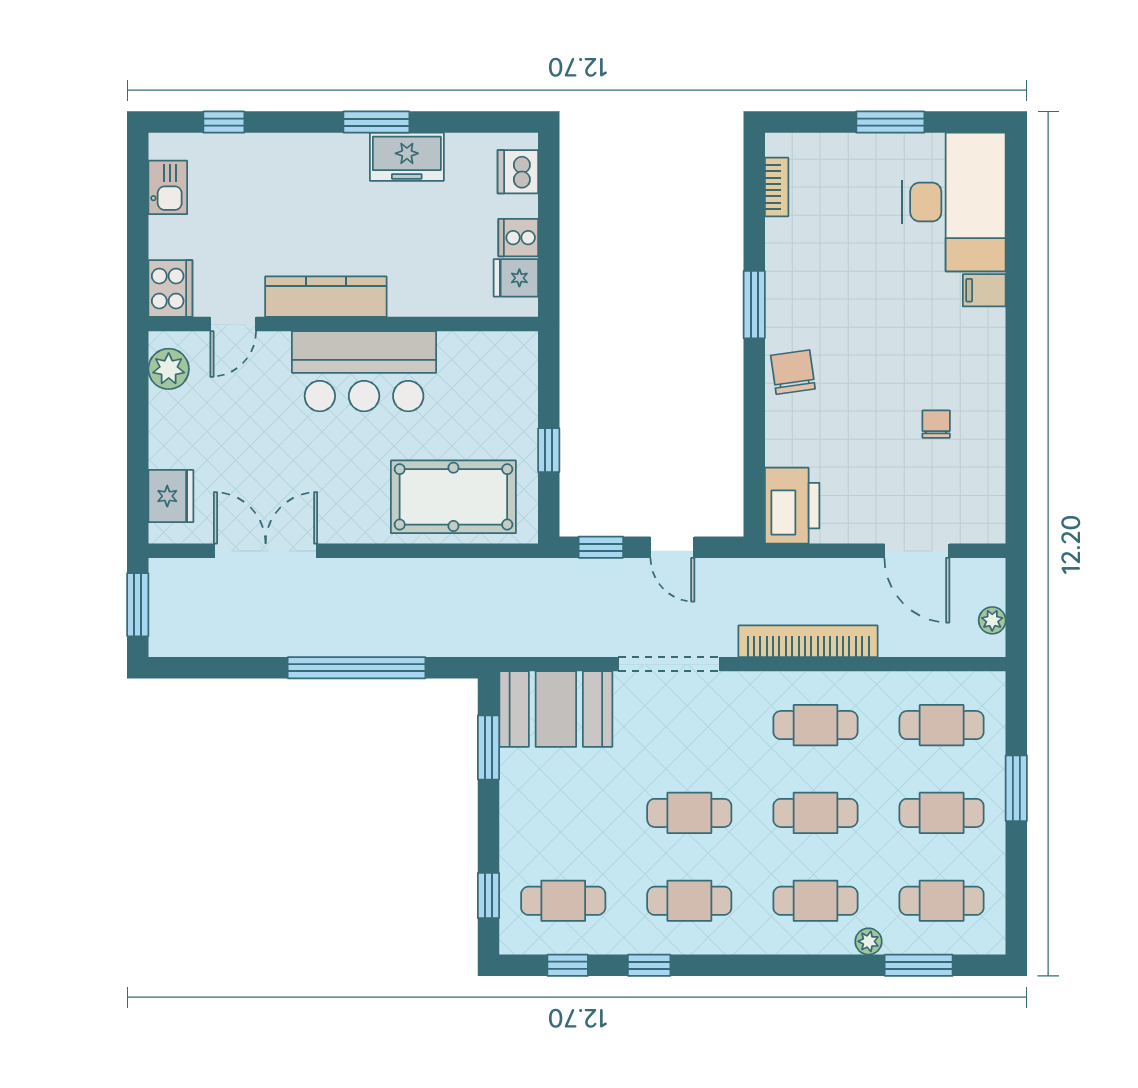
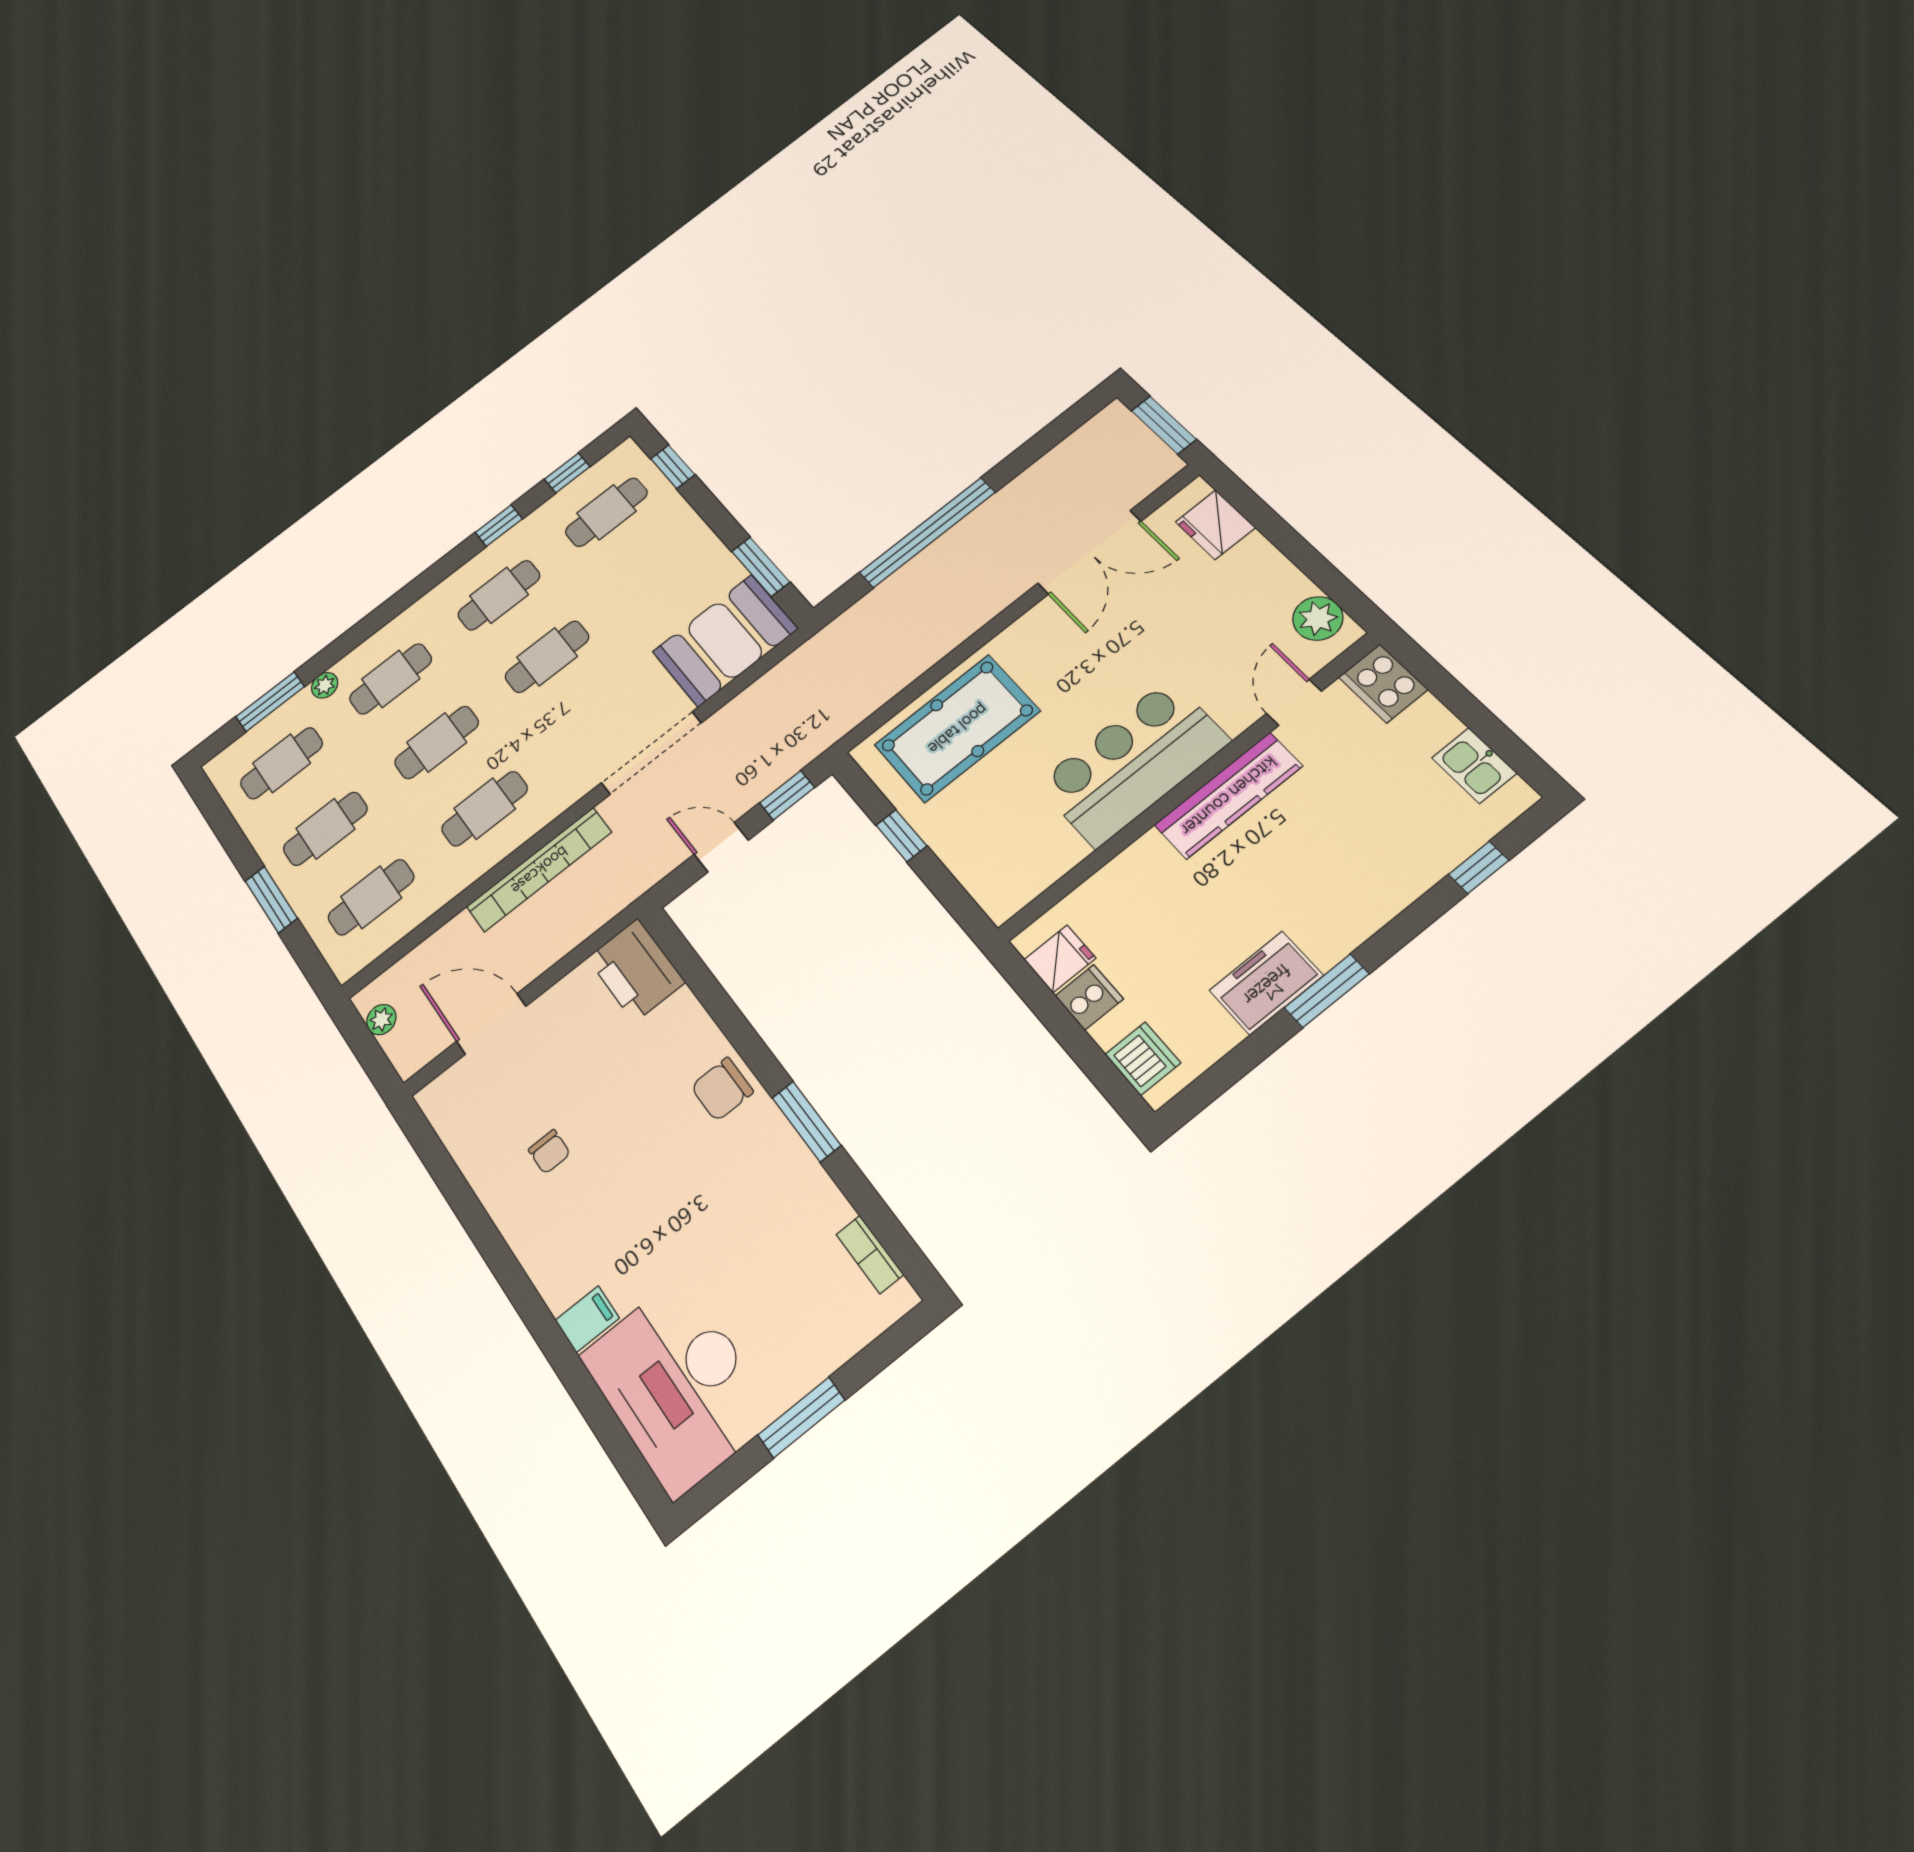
chair: (793, 372) -> (722, 1089), turned 98

